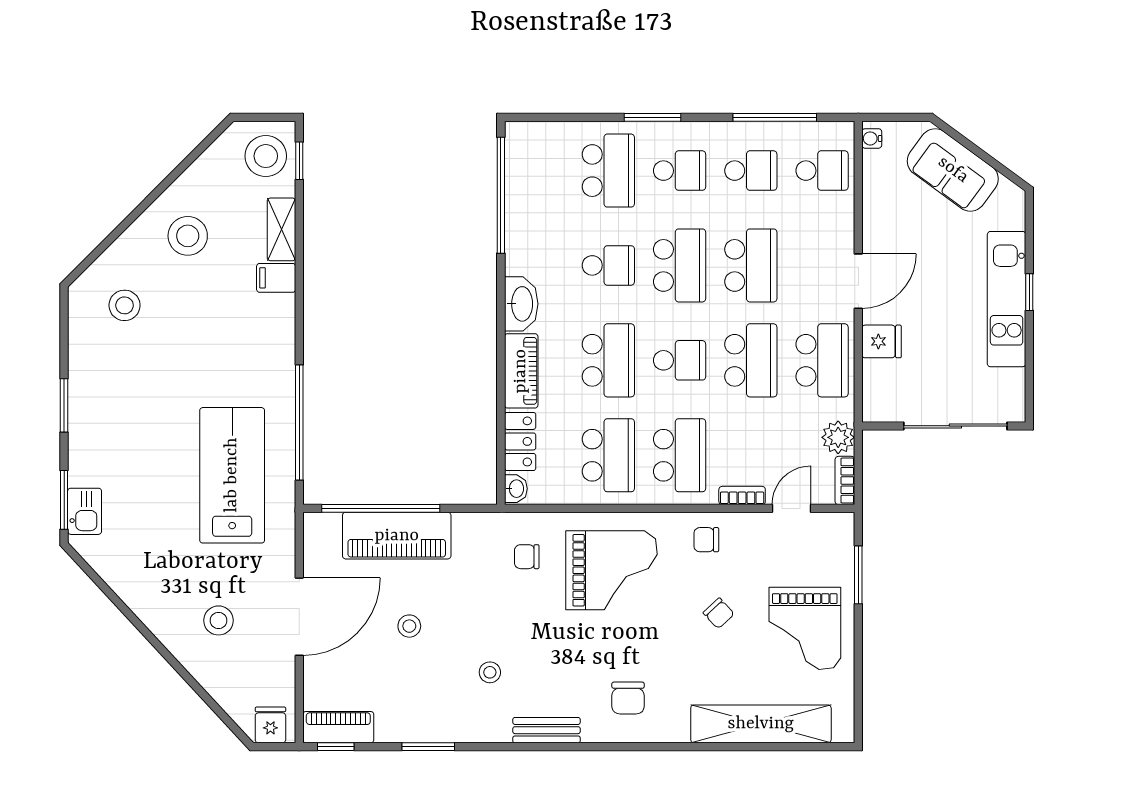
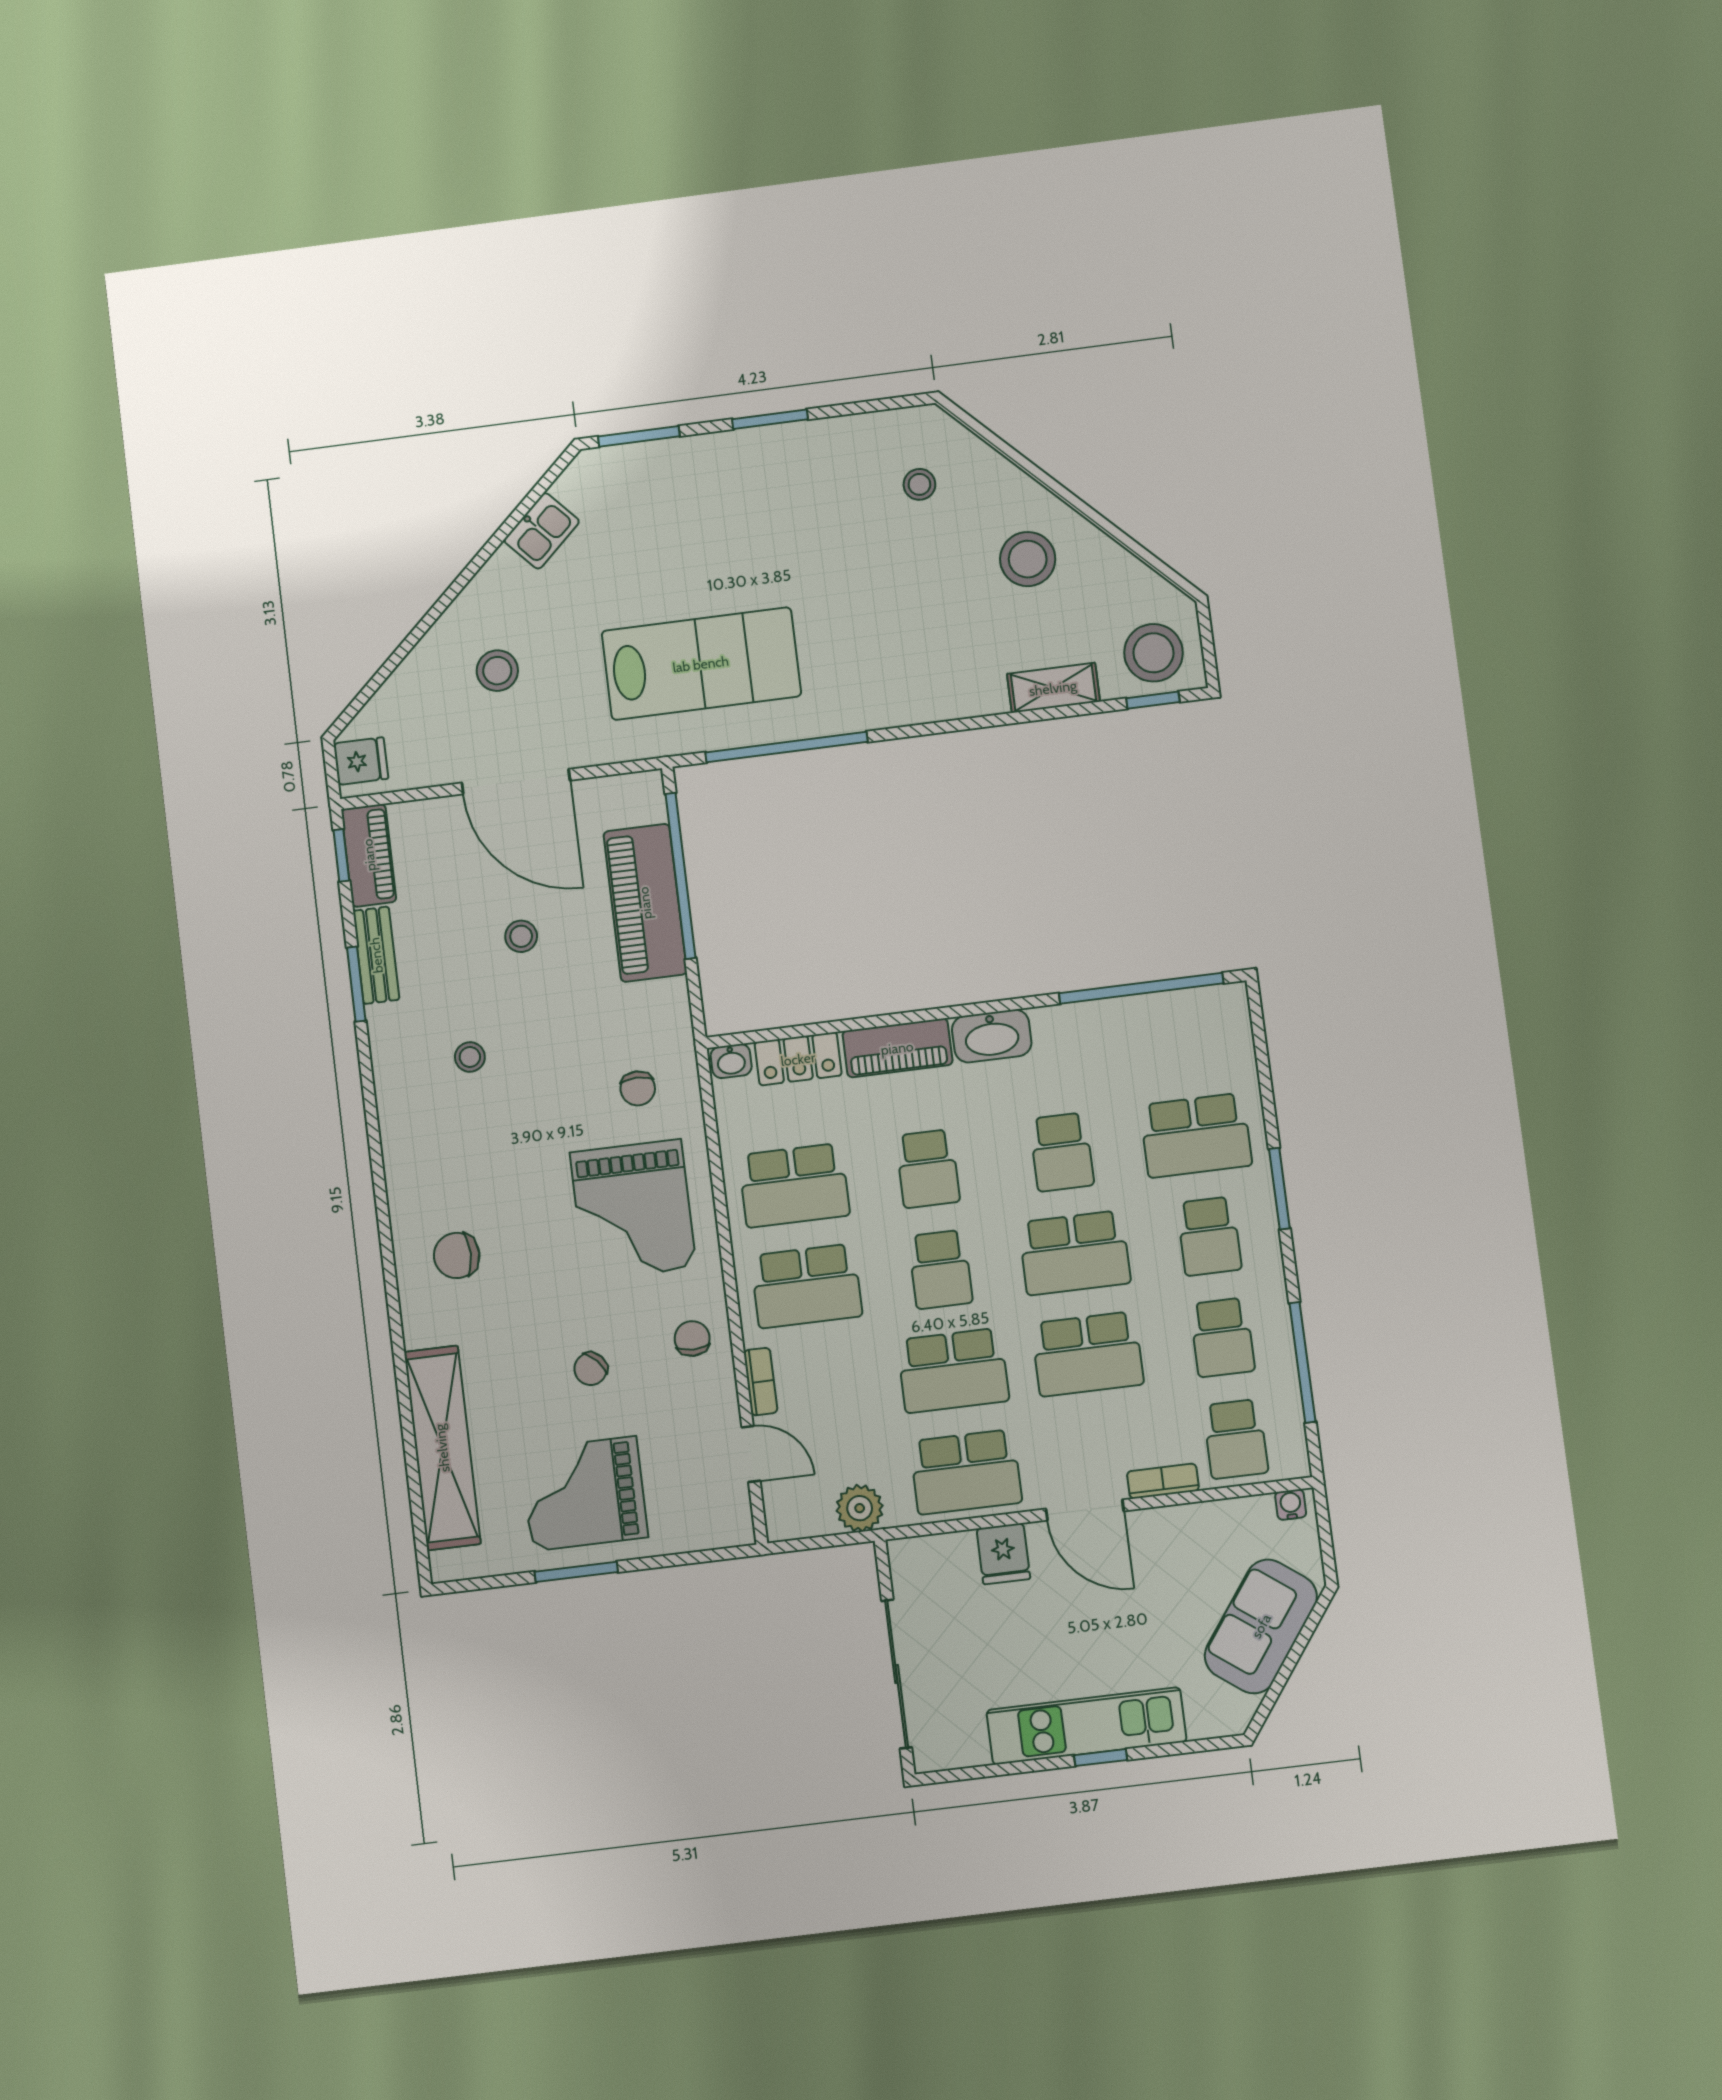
filing cabinet: (276, 278) -> (985, 689), removed
stool: (125, 305) -> (919, 484), width x0.73, depth x0.73
school desk: (608, 360) -> (928, 1169), width x0.54
bookcase: (845, 480) -> (1163, 1481), moved
kitchen sink: (85, 511) -> (542, 531), moved, turned -43
chair: (527, 557) -> (638, 1088), turned 180
window: (858, 575) -> (576, 1572), moved
bench: (547, 730) -> (376, 955), moved

